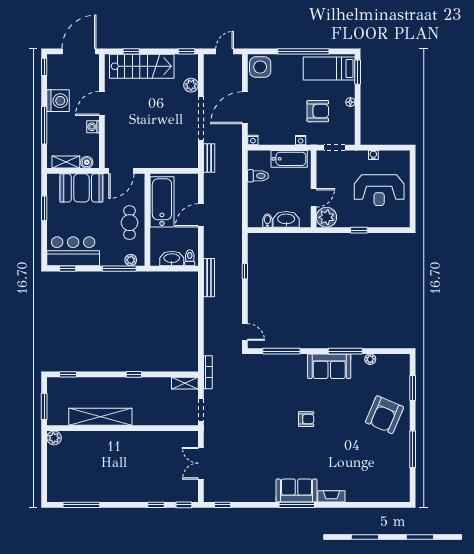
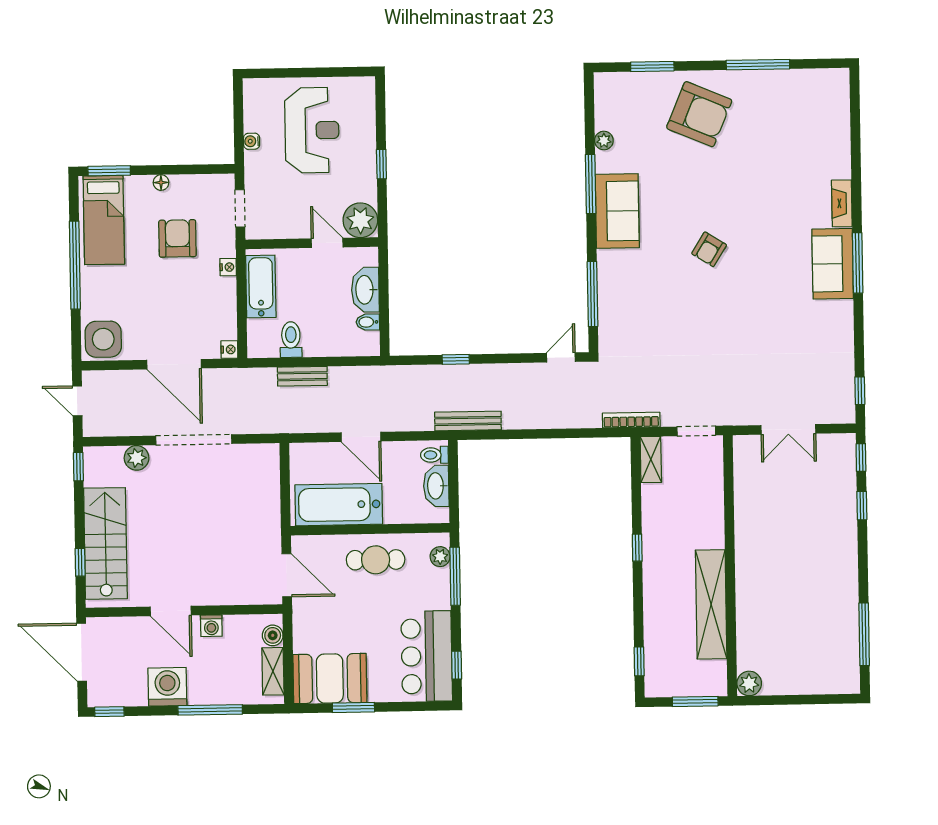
bench: (209, 158) -> (302, 376), moved
booth: (81, 188) -> (330, 678), moved, turned 90
armchair: (306, 419) -> (709, 249), turned -148

